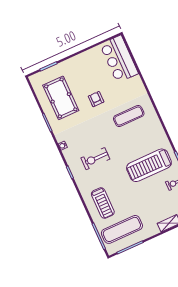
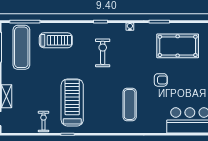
treadmill: (103, 203) -> (56, 40), turned 180

